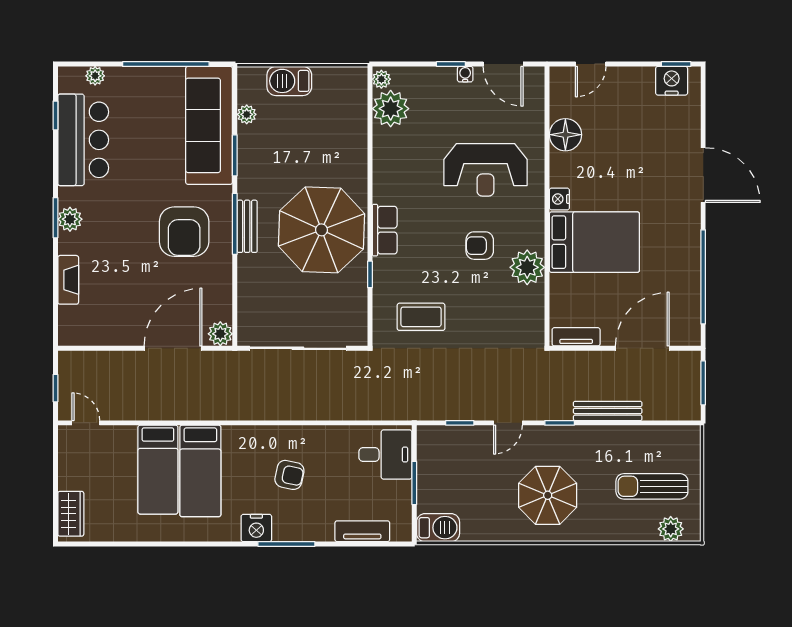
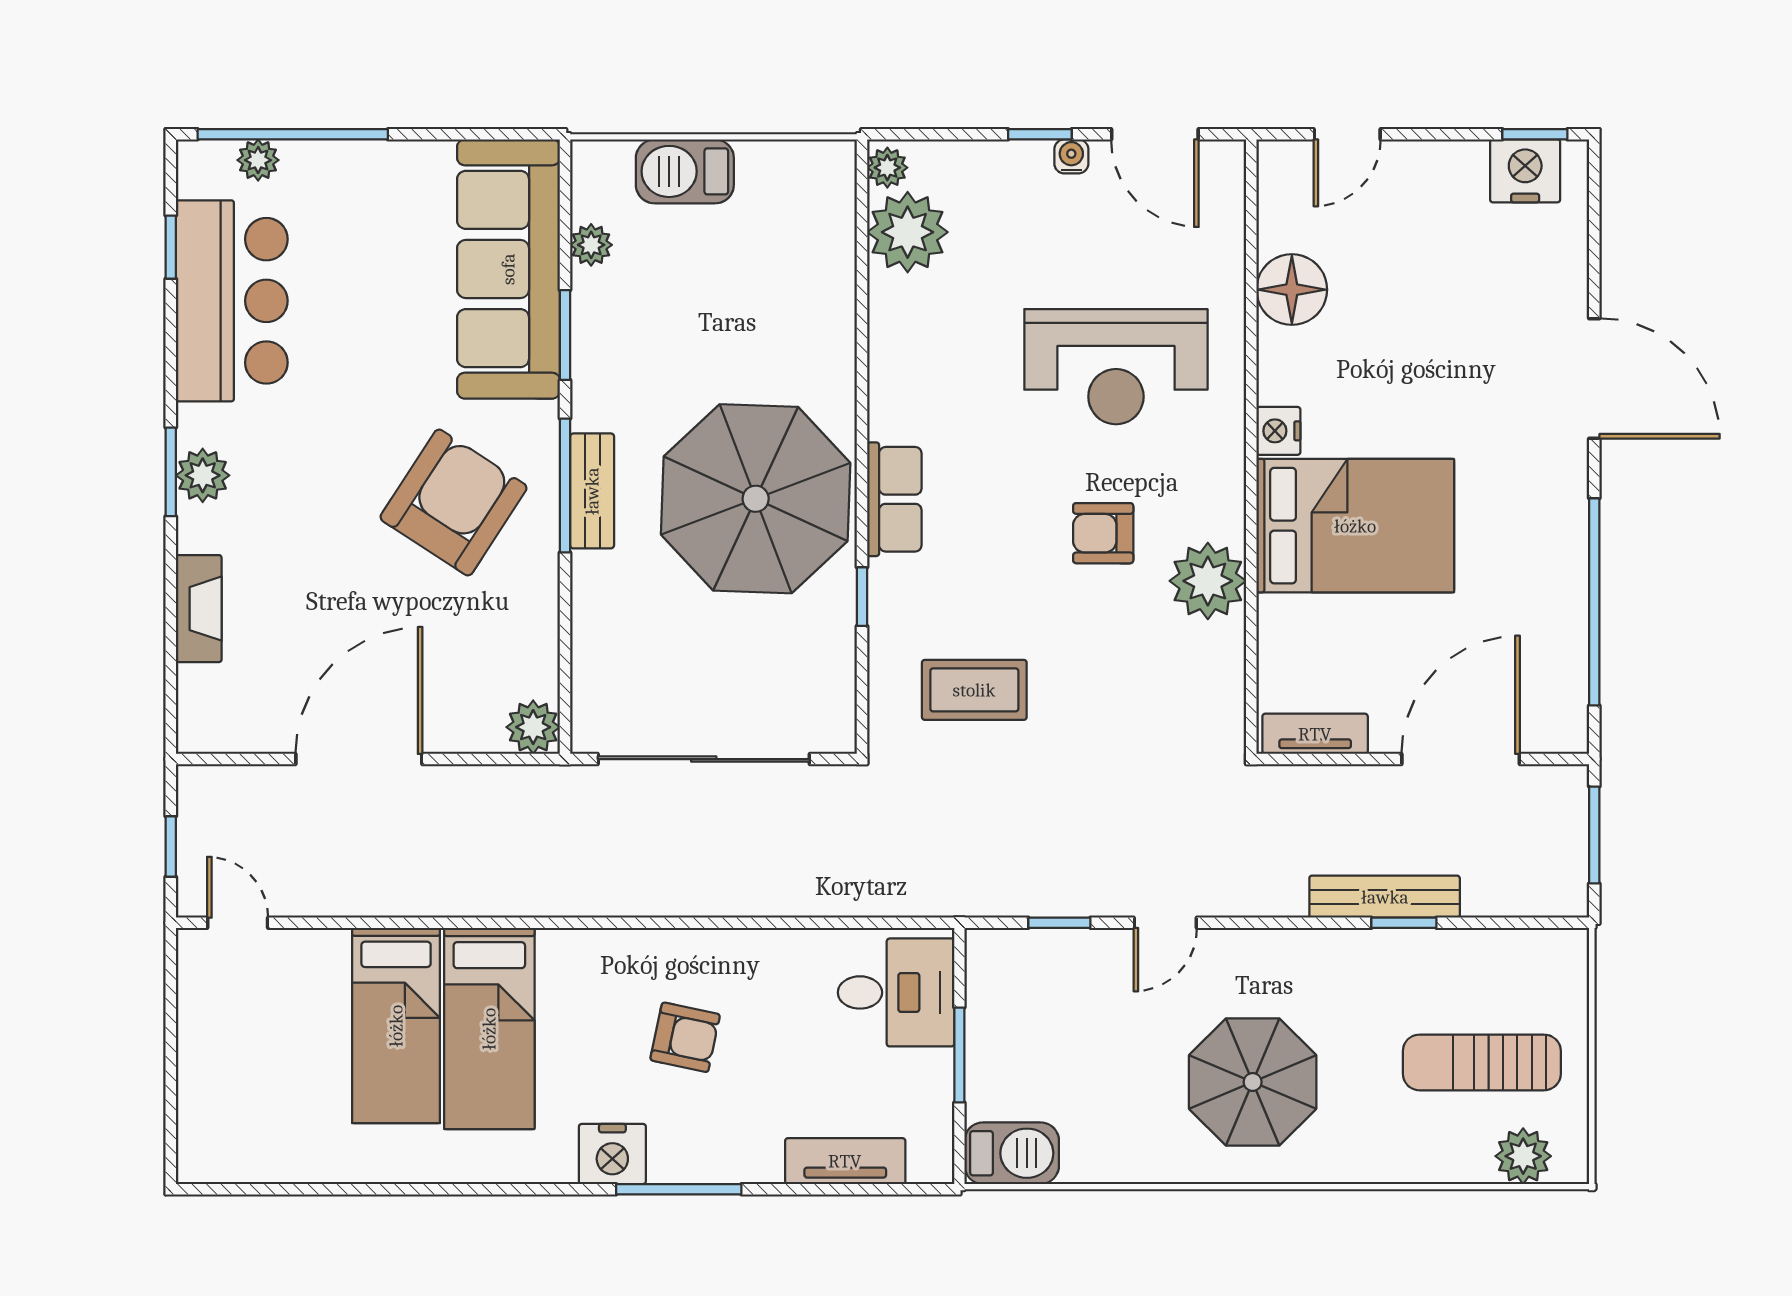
window: (166, 64) -> (293, 134), moved
armchair: (184, 232) -> (454, 502), turned -147
door: (173, 348) -> (359, 759), moved
window: (560, 423) -> (1404, 923), moved
wardrobe: (71, 514) -> (205, 1123), removed

